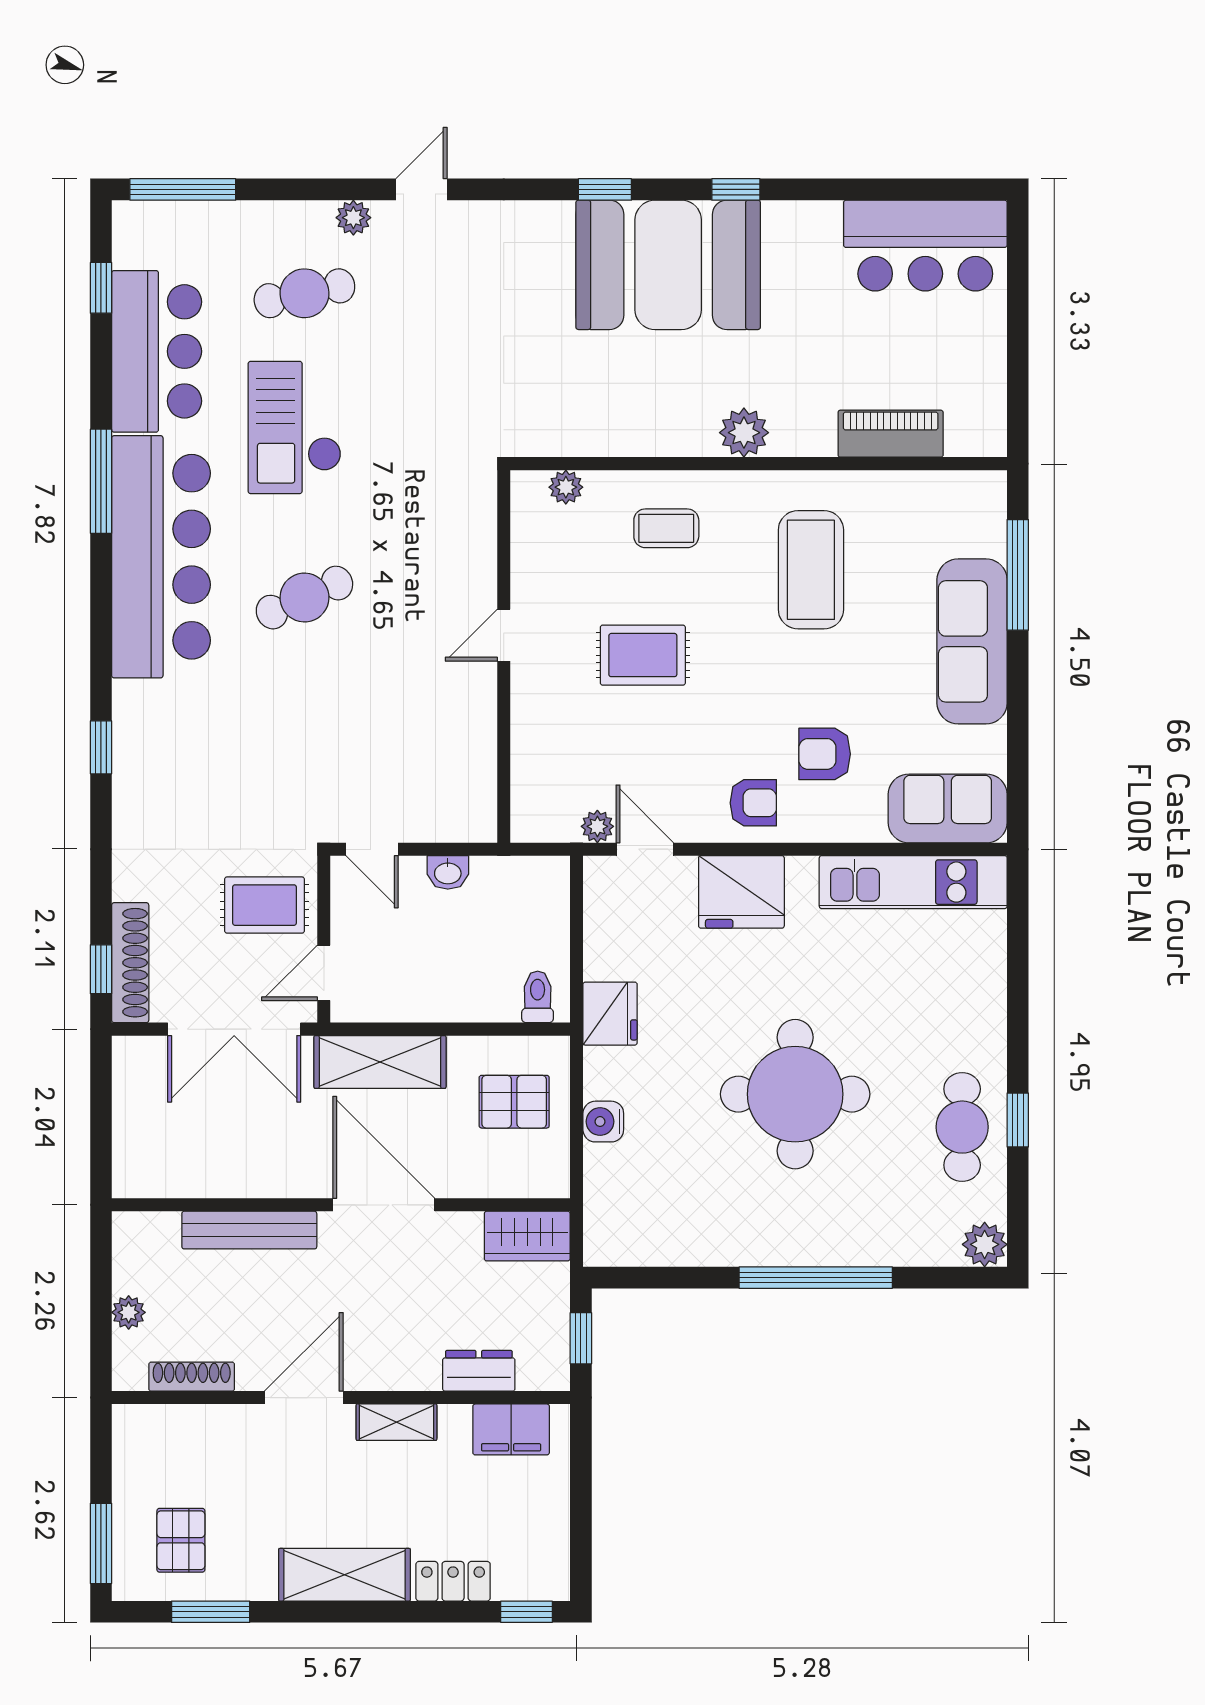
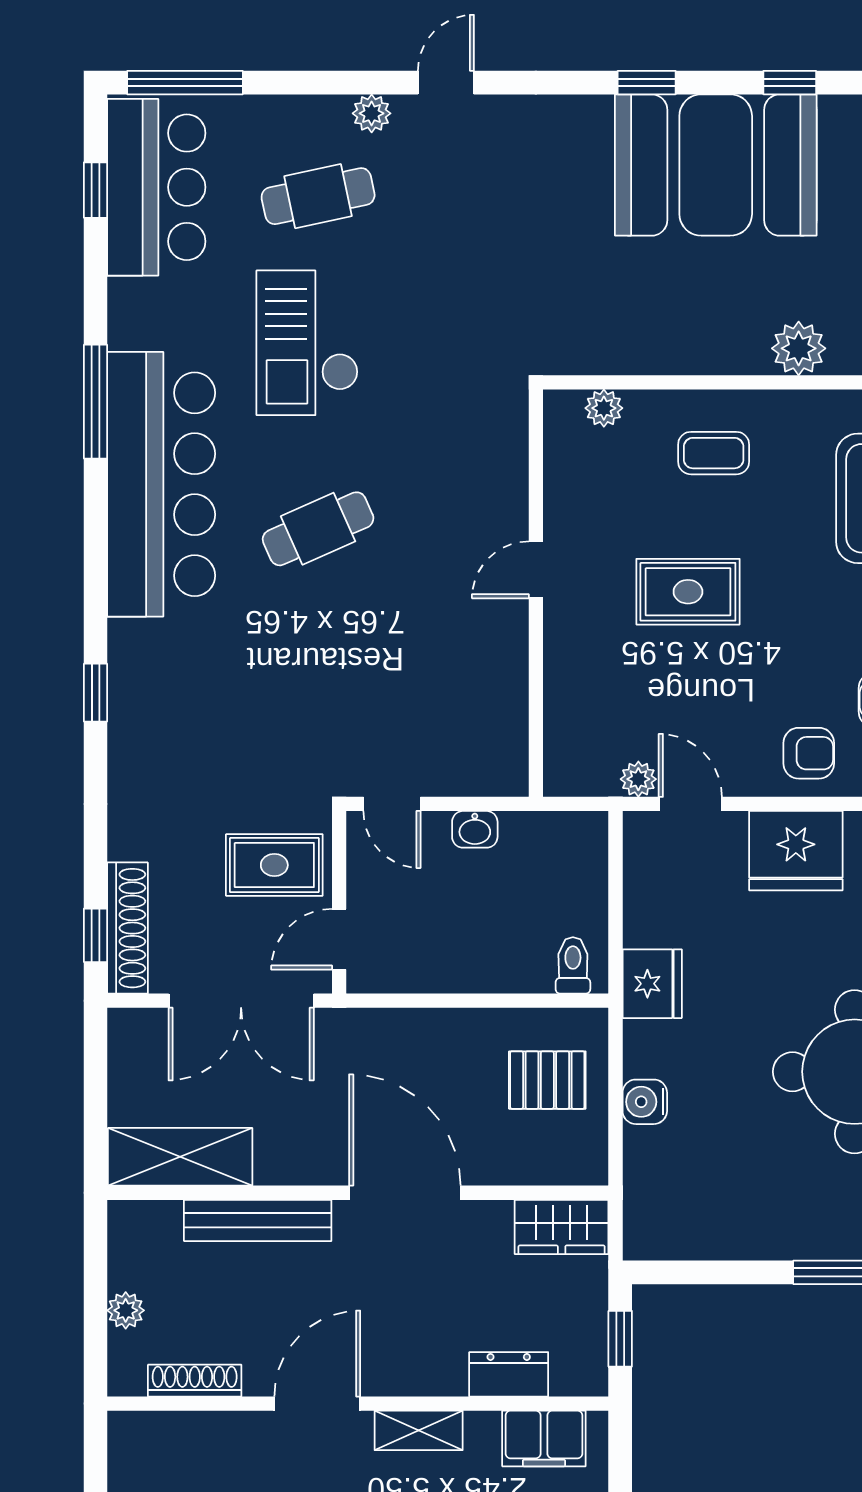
bar counter: (157, 351) -> (156, 187), moved
shelving: (380, 1062) -> (180, 1157), moved

